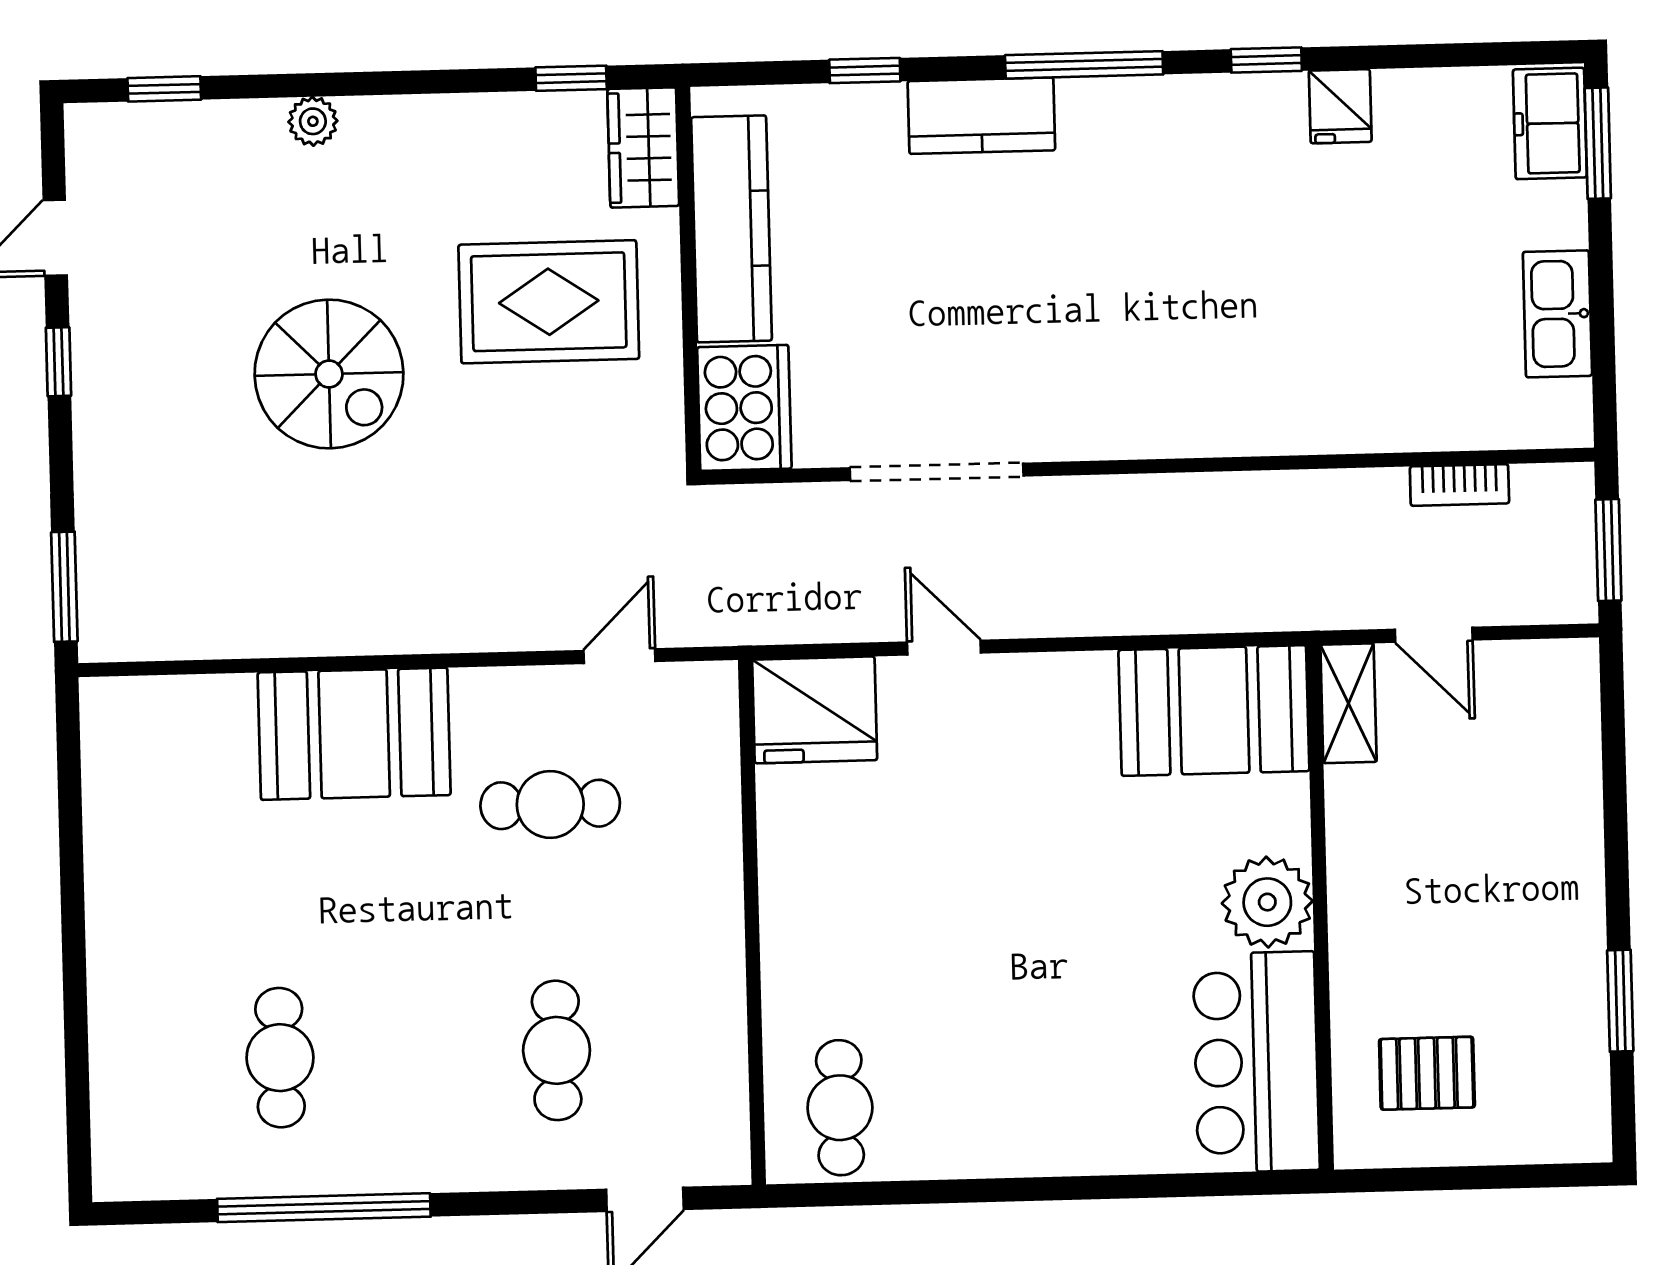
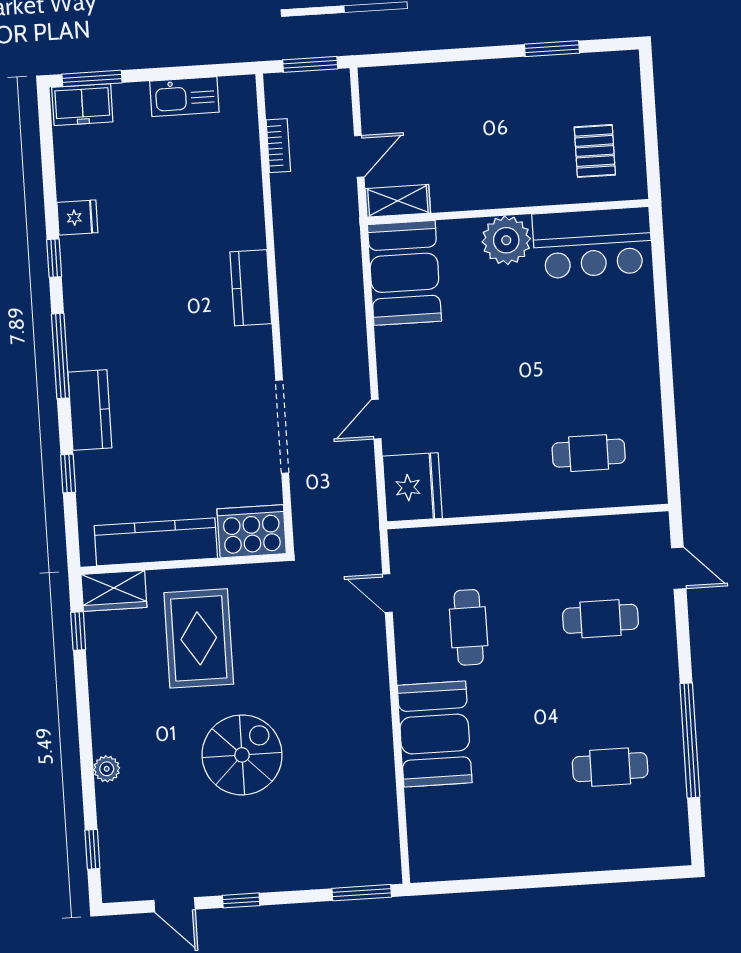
kitchen counter: (1197, 424) -> (251, 288), added
cafe table: (840, 1108) -> (589, 453), moved

